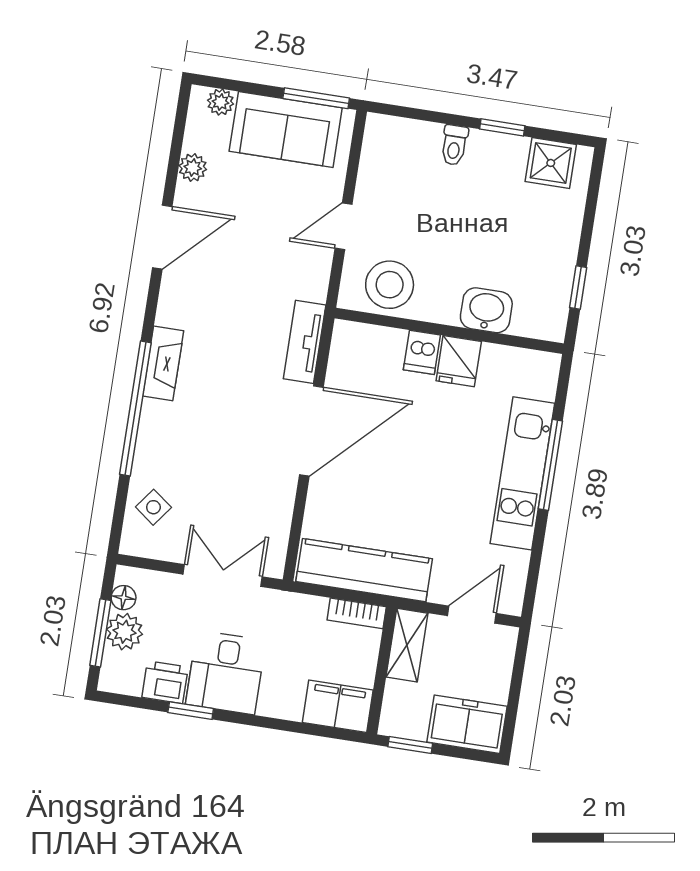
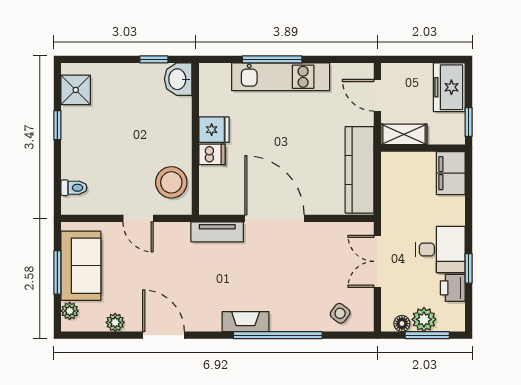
window: (316, 98) -> (57, 272), moved
toilet: (454, 145) -> (74, 188), moved
washbasin: (486, 310) -> (178, 79), moved
bookcase: (357, 613) -> (388, 170), removed

